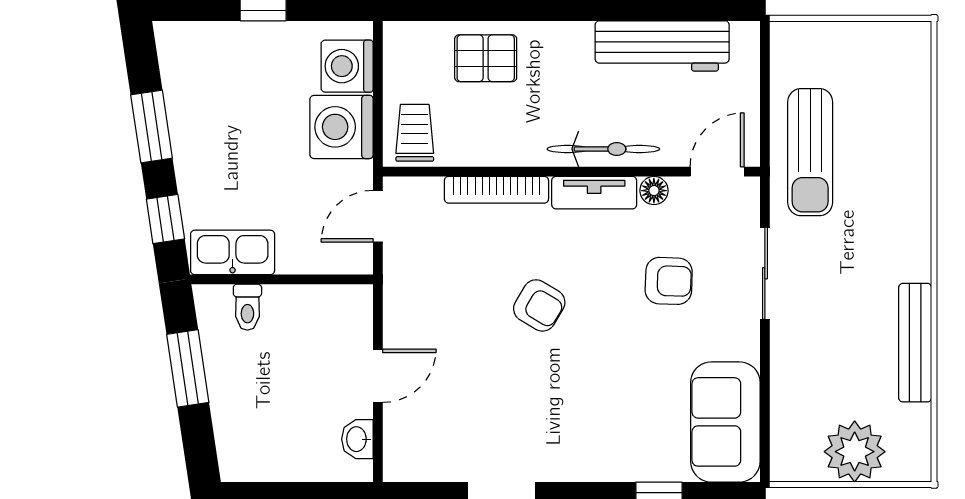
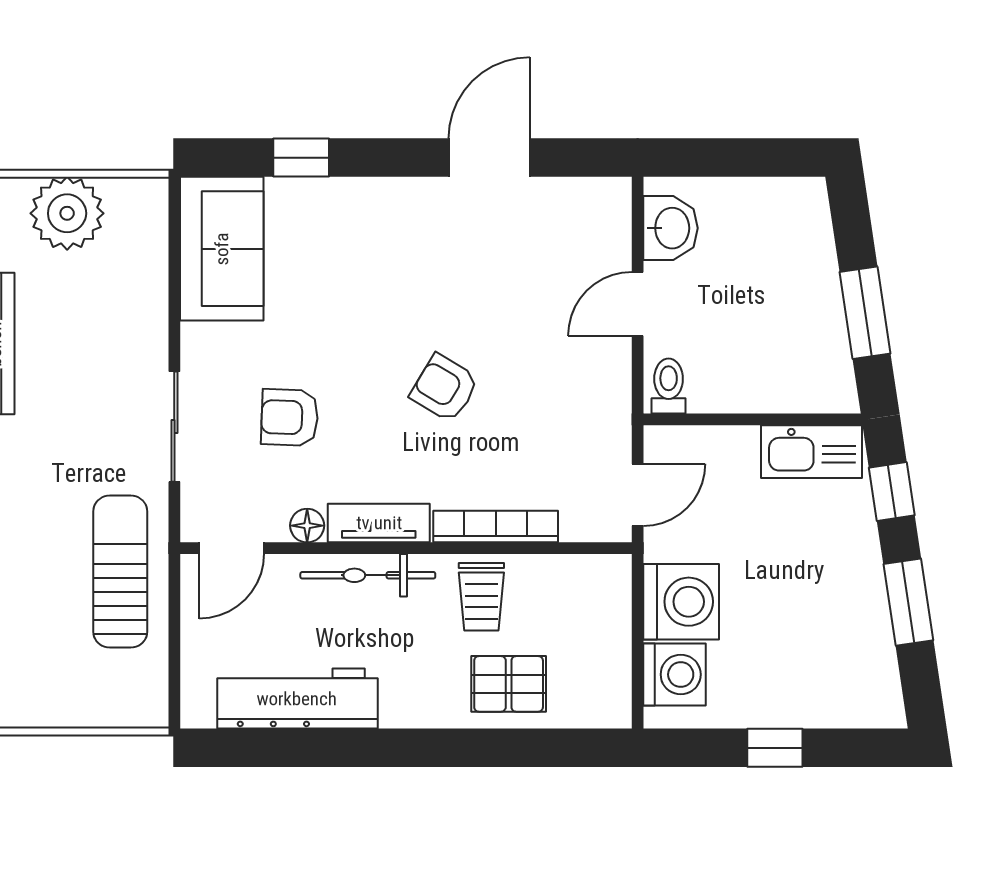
trolley: (415, 133) -> (481, 597), moved
toilet: (247, 307) -> (669, 386), moved
washbasin: (357, 439) -> (671, 228), width x1.38, depth x1.45

